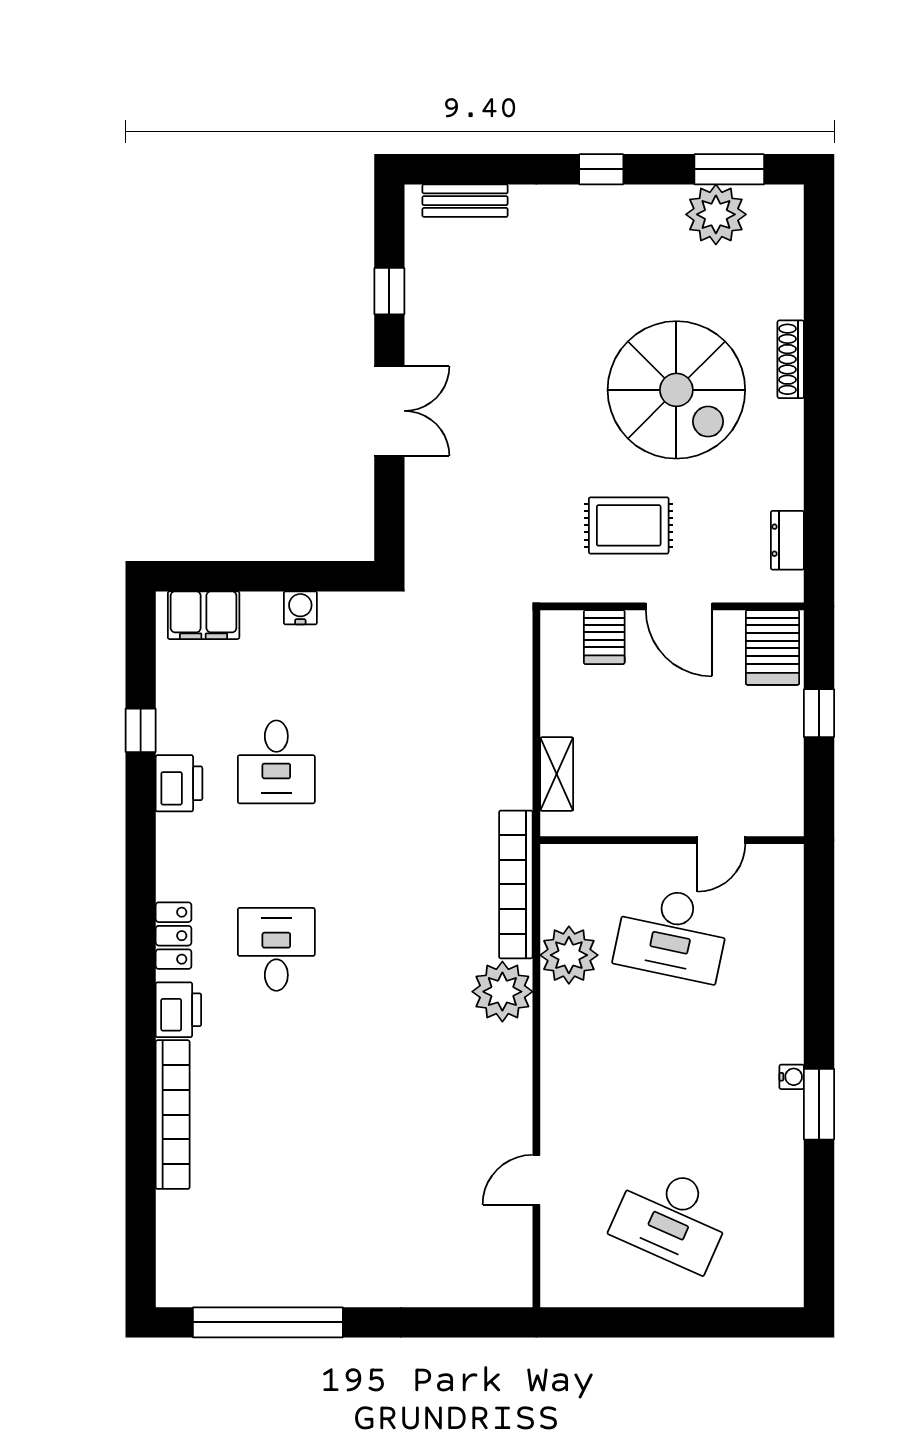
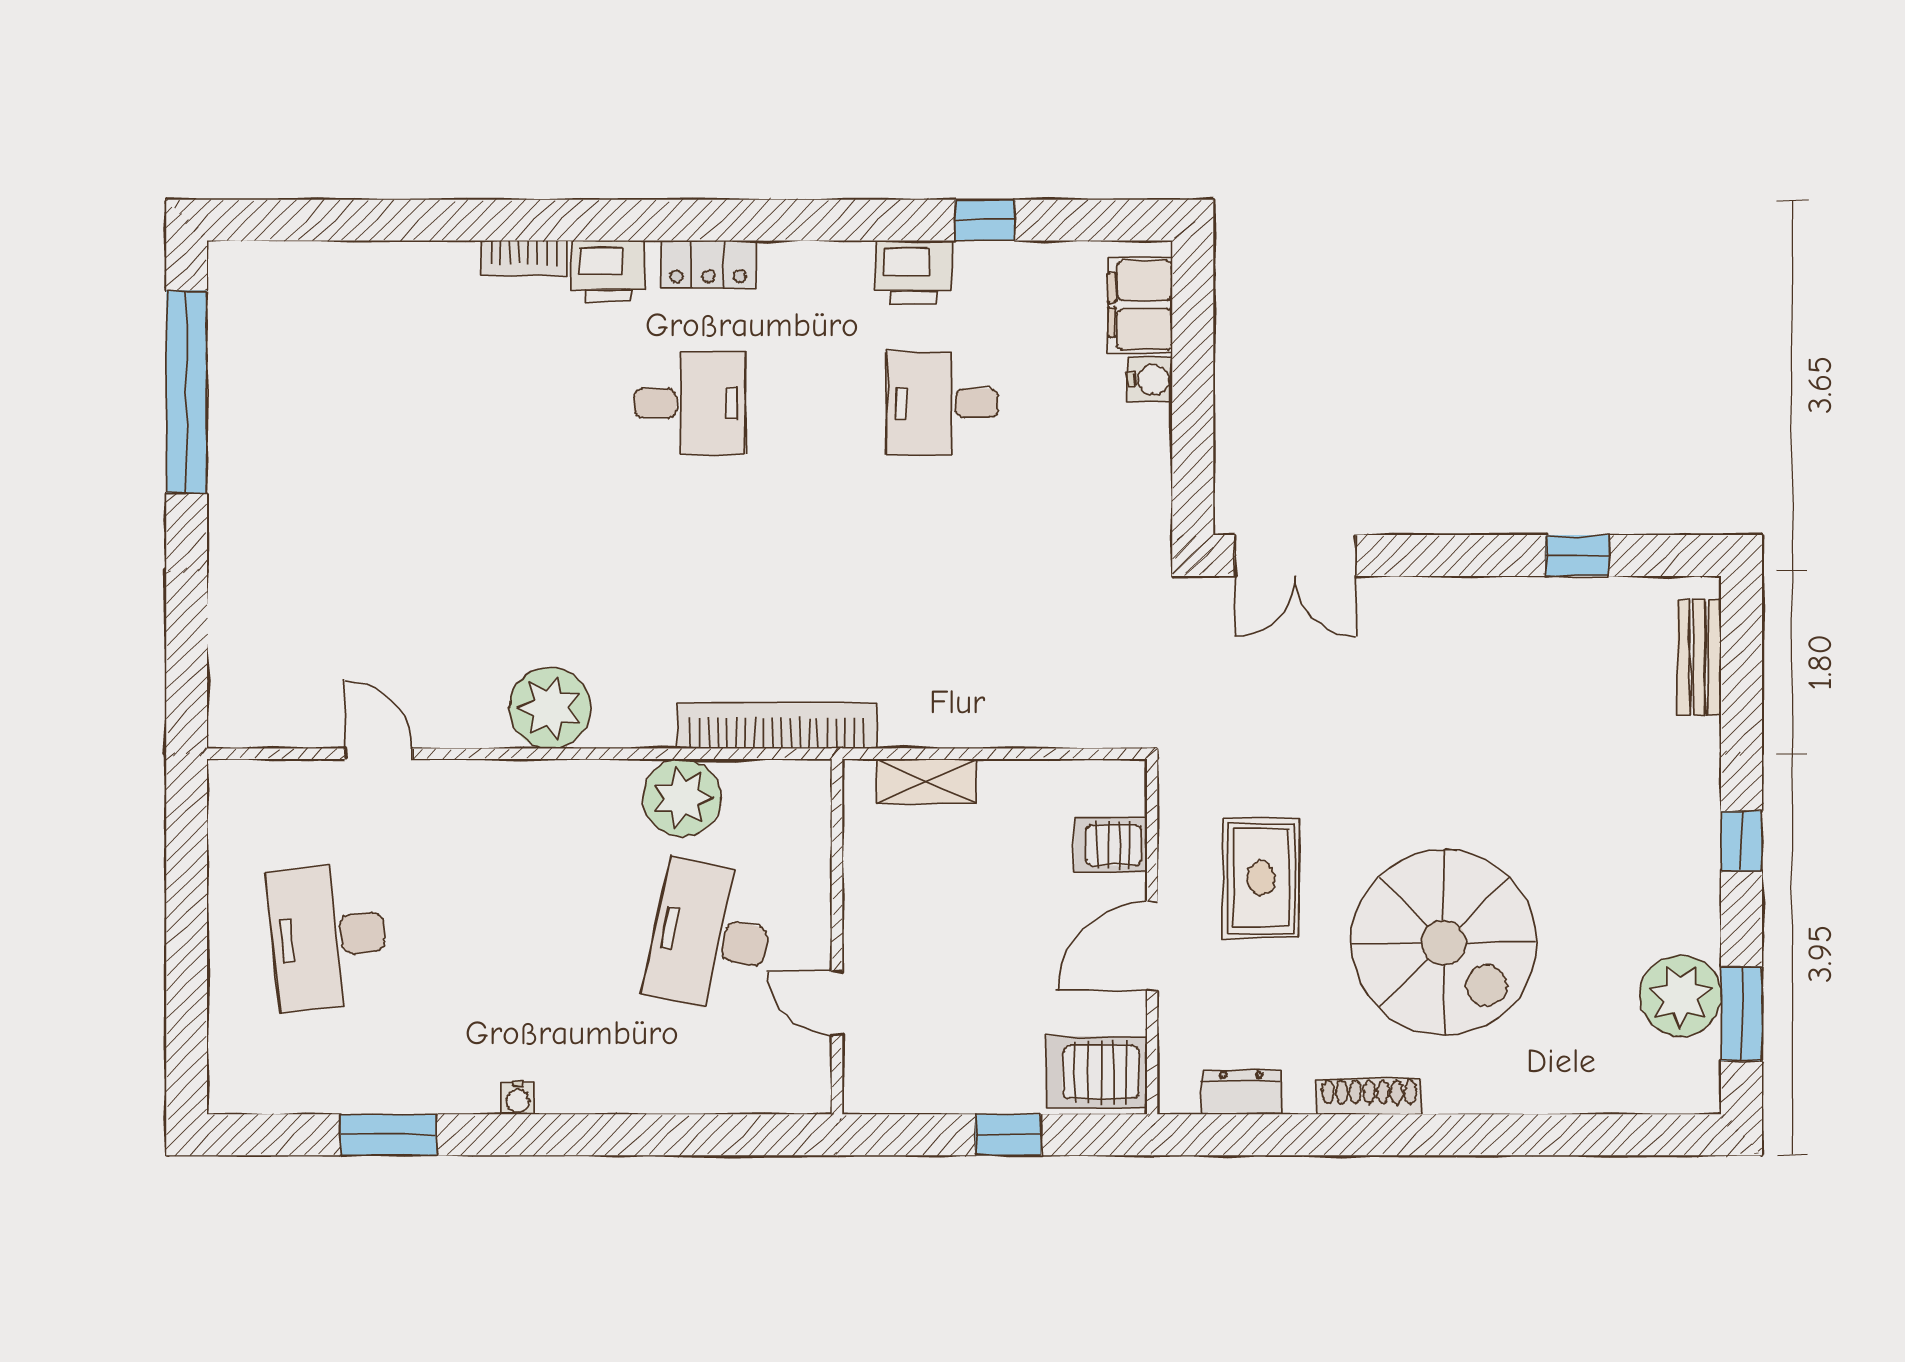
shoe rack: (791, 359) -> (1369, 1097), moved
spiral stairs: (676, 390) -> (1444, 943), turned -90
double door: (389, 411) -> (1295, 556), moved
water cooler: (300, 608) -> (1150, 380), moved
plant: (502, 992) -> (550, 708), moved
window: (819, 1104) -> (389, 1135), moved
bookcase: (173, 1115) -> (524, 258), width x0.43, depth x0.76
desk: (672, 1217) -> (328, 937), turned -30

